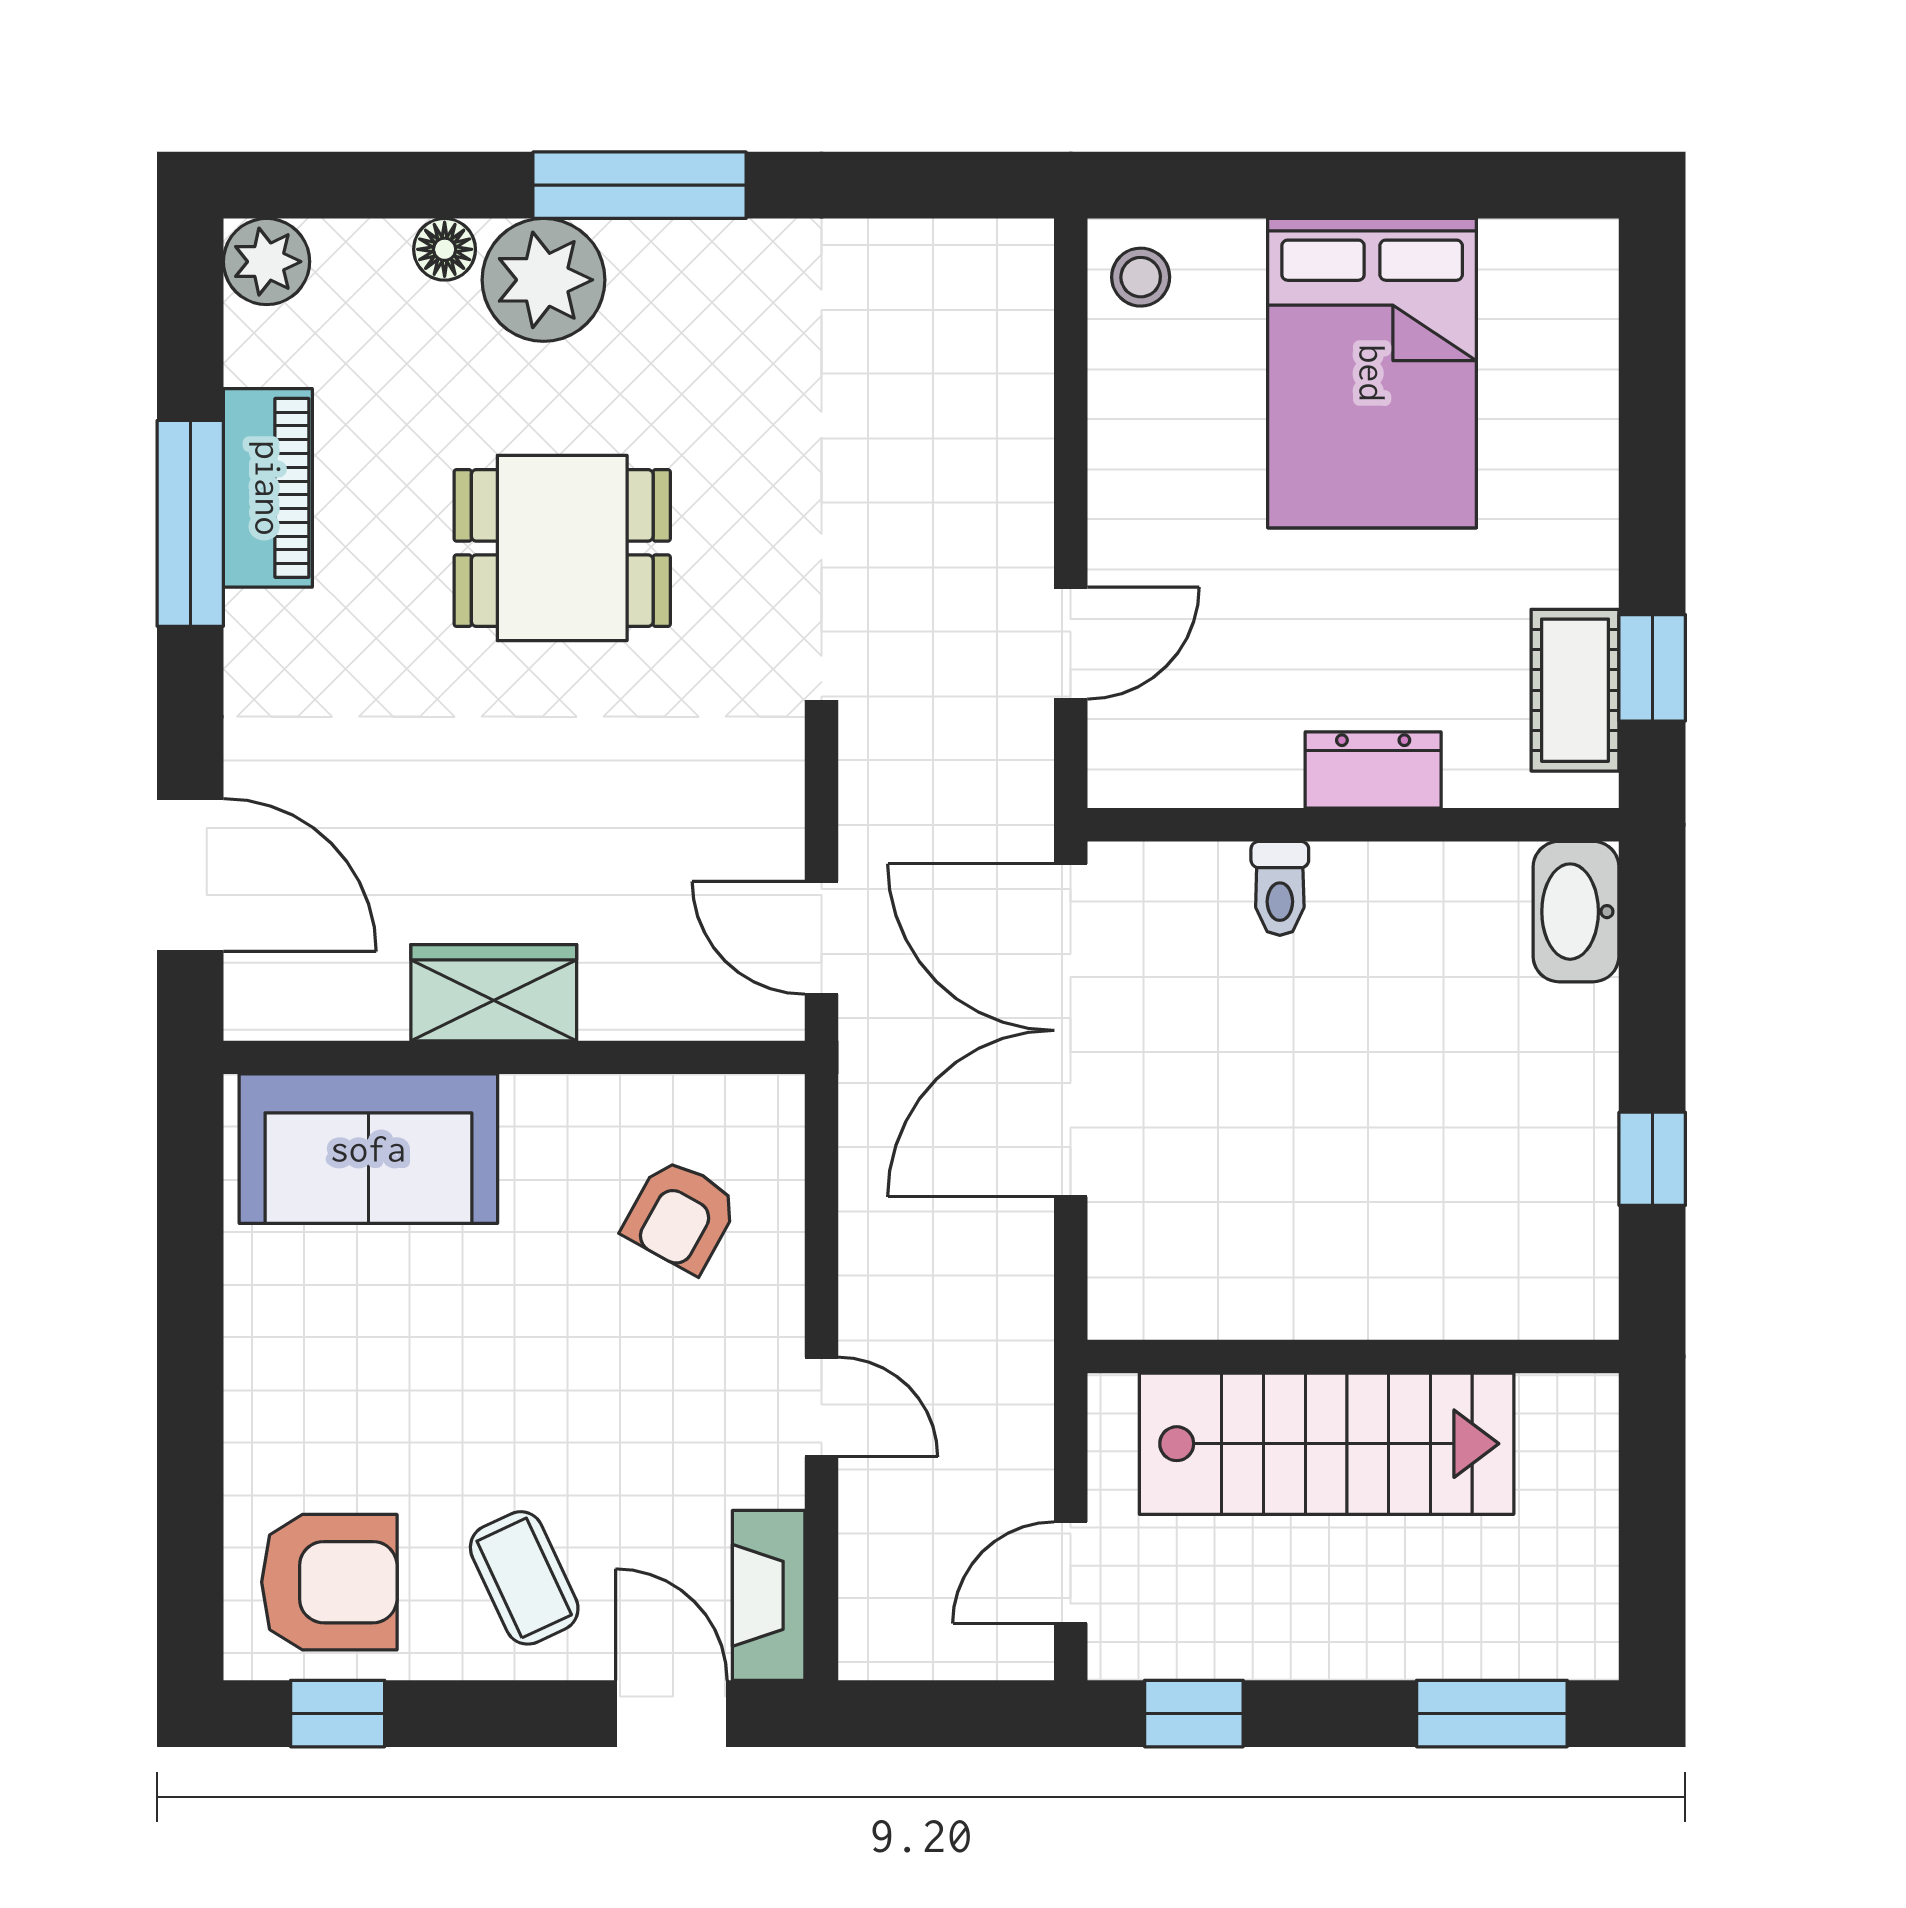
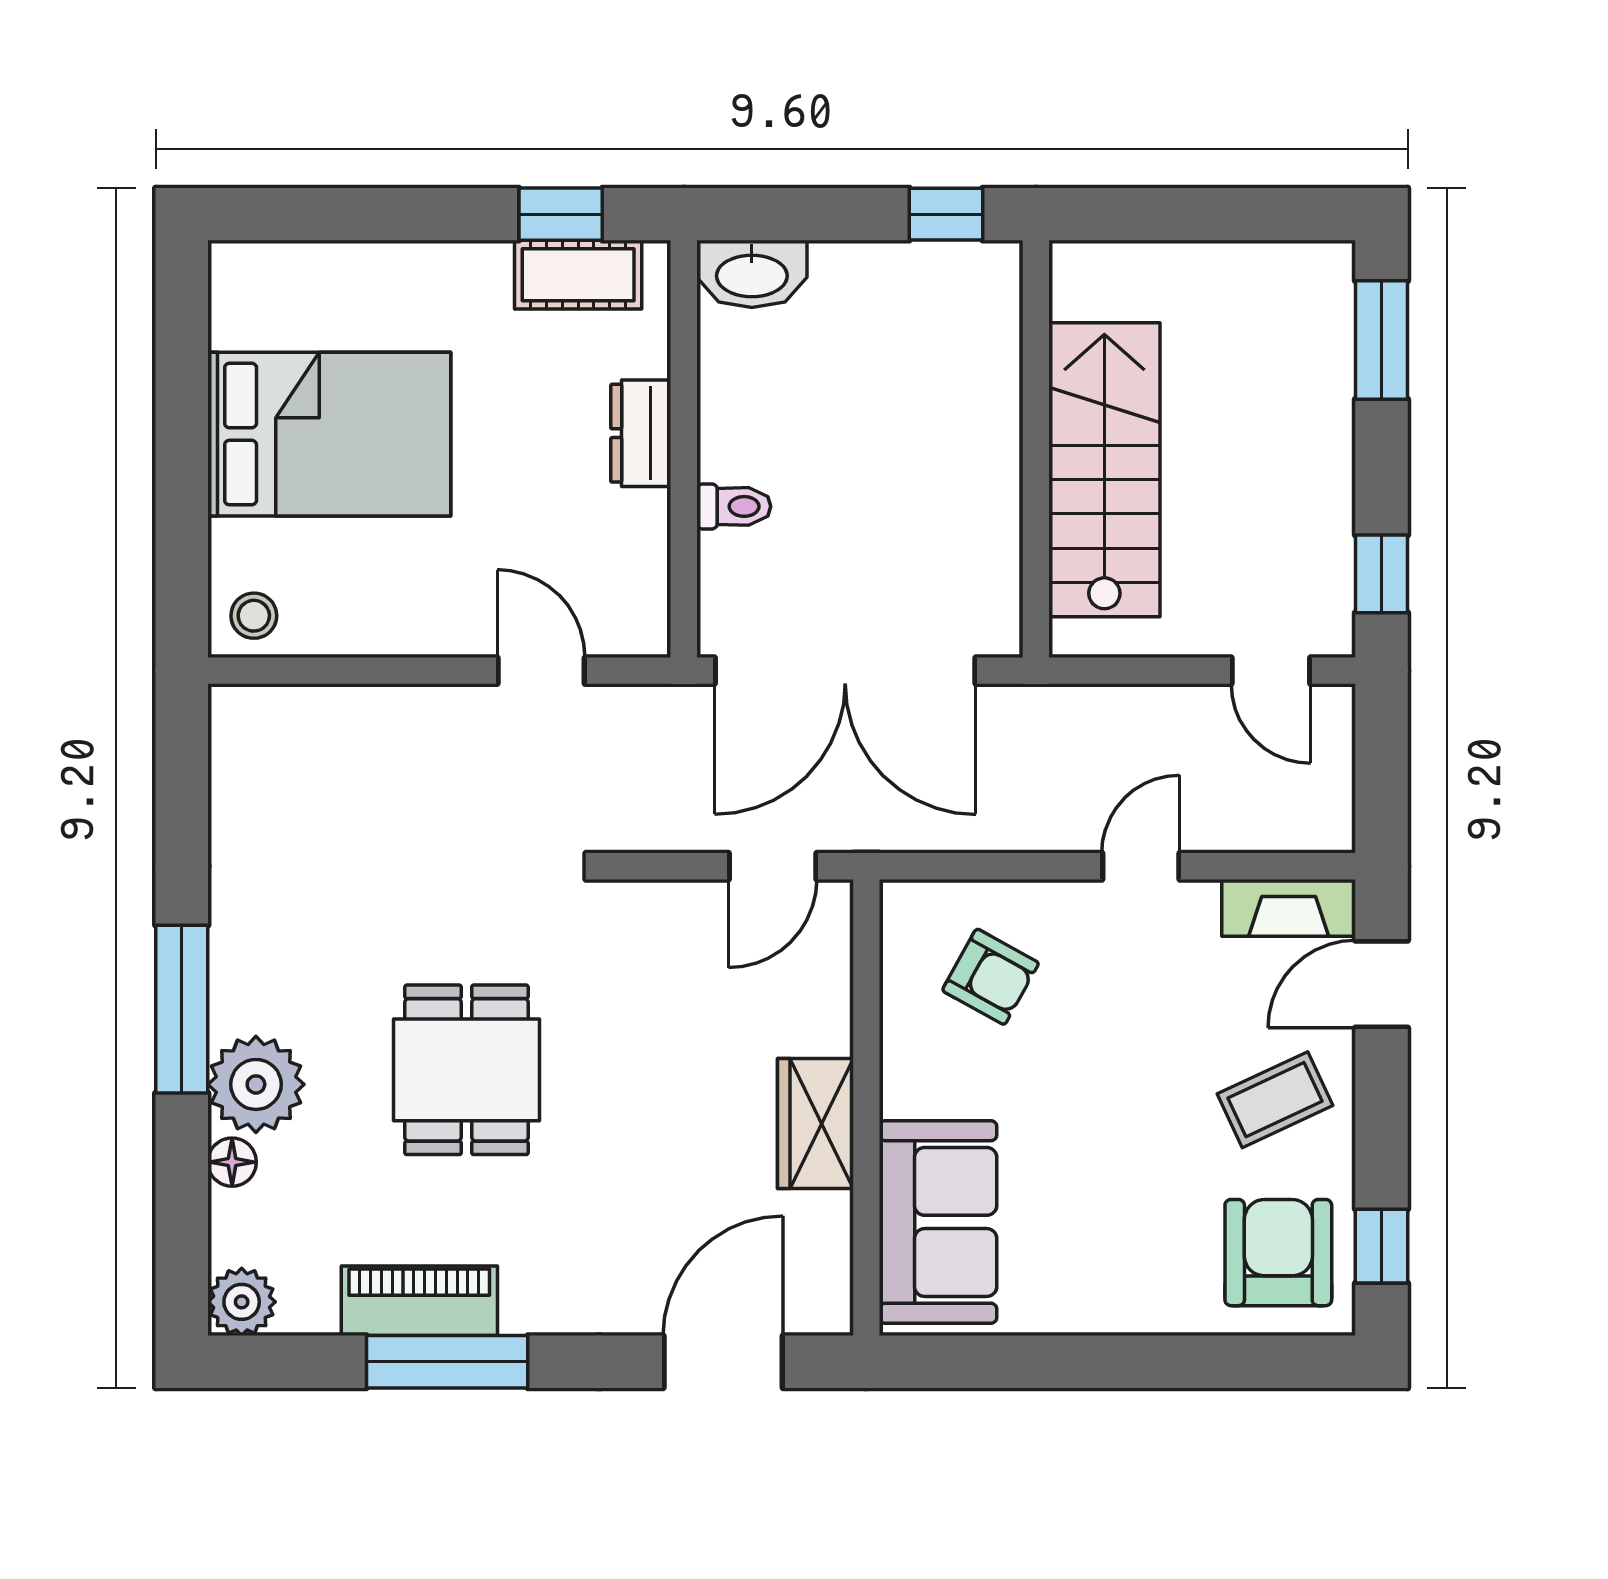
wall: (1353, 1356) -> (1036, 449), moved
stairs: (1327, 1444) -> (1104, 470), moved

